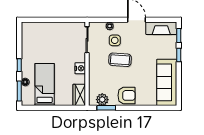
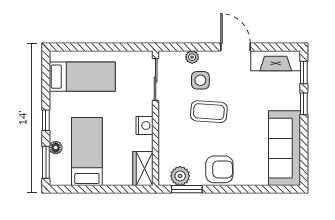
bed: (42, 38) -> (82, 77), added

